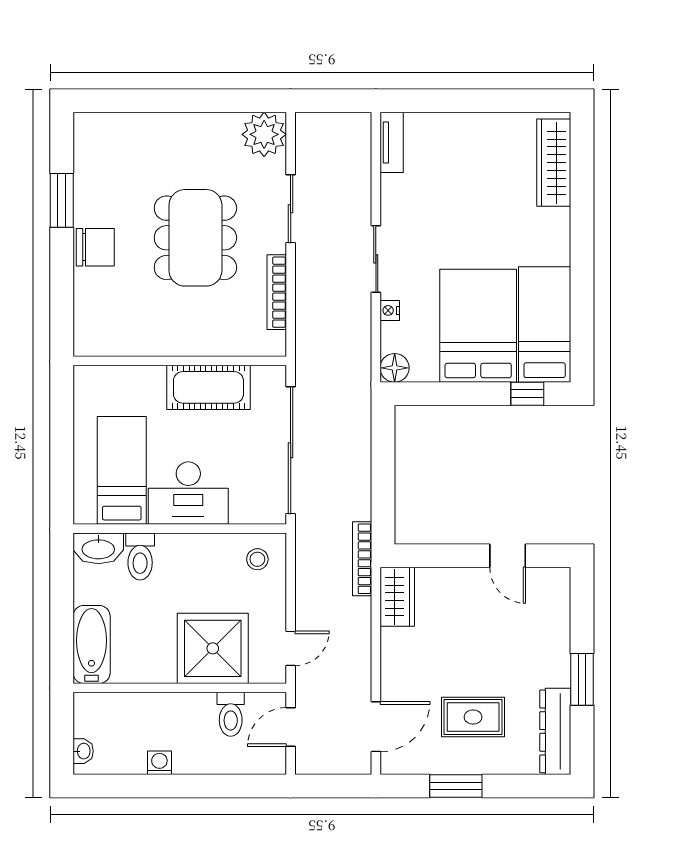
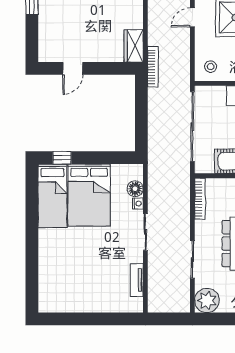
tv unit: (392, 142) -> (137, 280), moved
wardrobe: (554, 163) -> (47, 285), removed
bookcase: (277, 292) -> (200, 199), moved
floor lamp: (395, 368) -> (135, 189), moved
door: (508, 556) -> (73, 68), swing flipped

